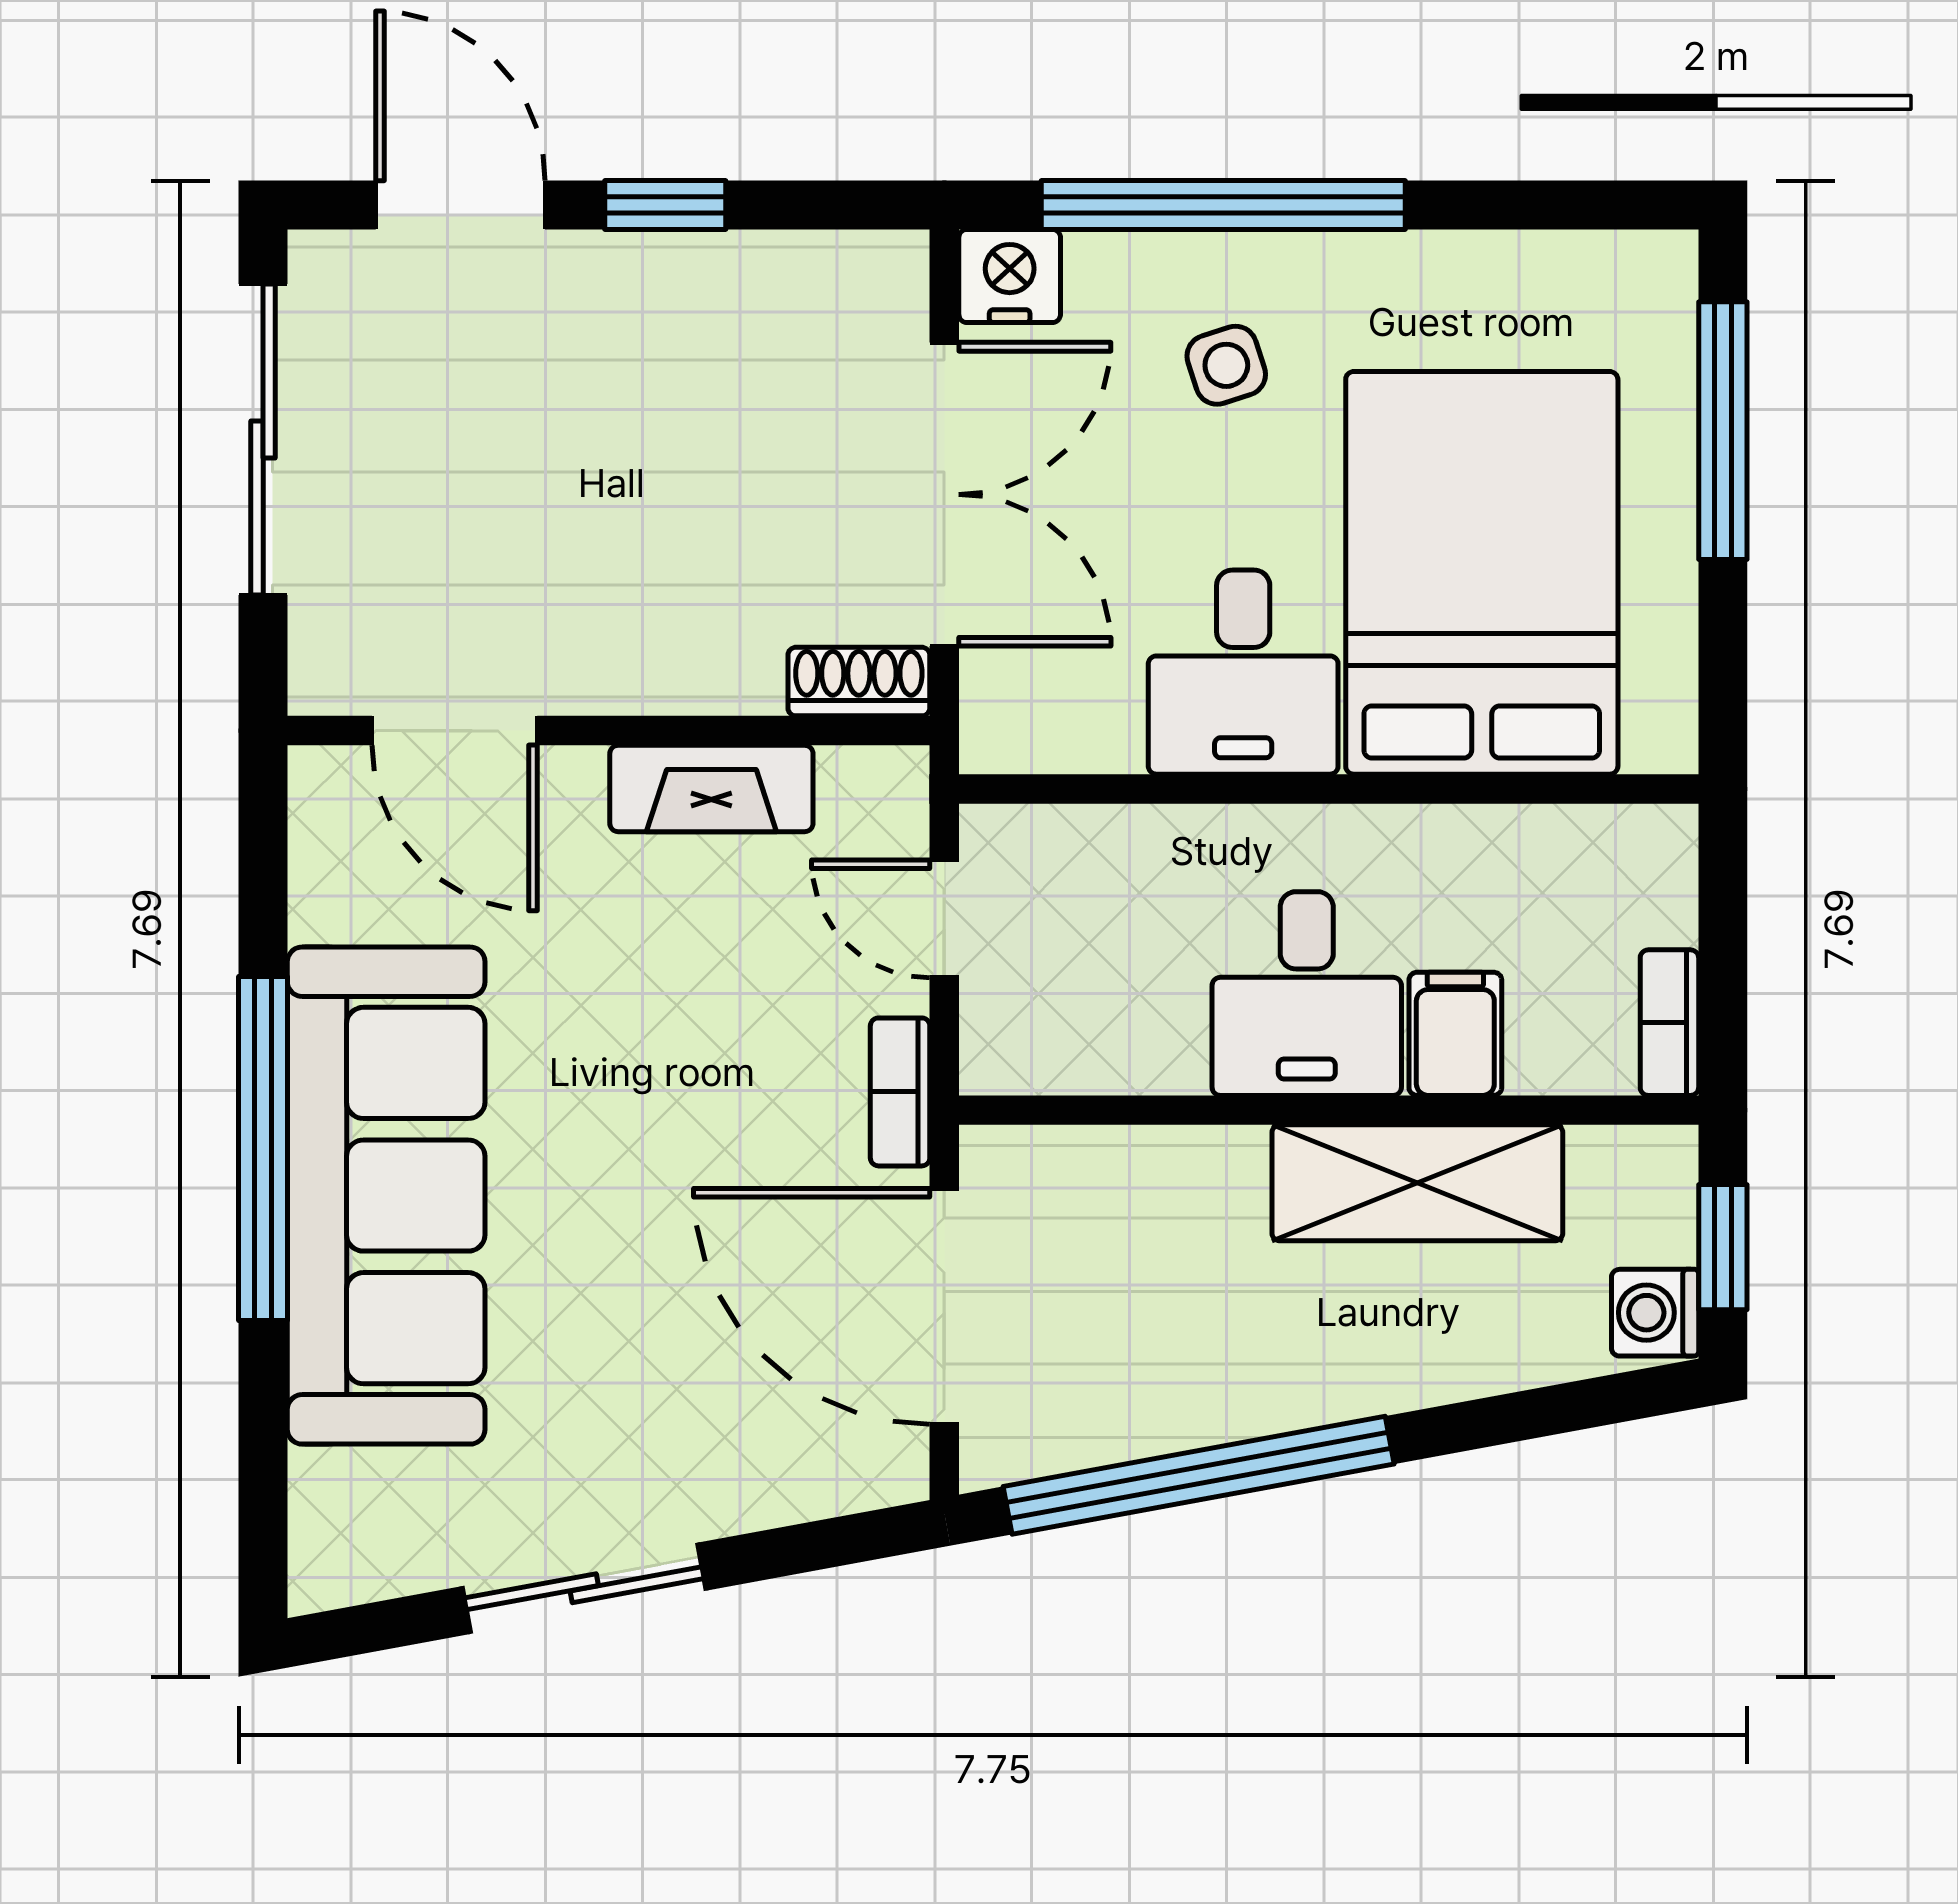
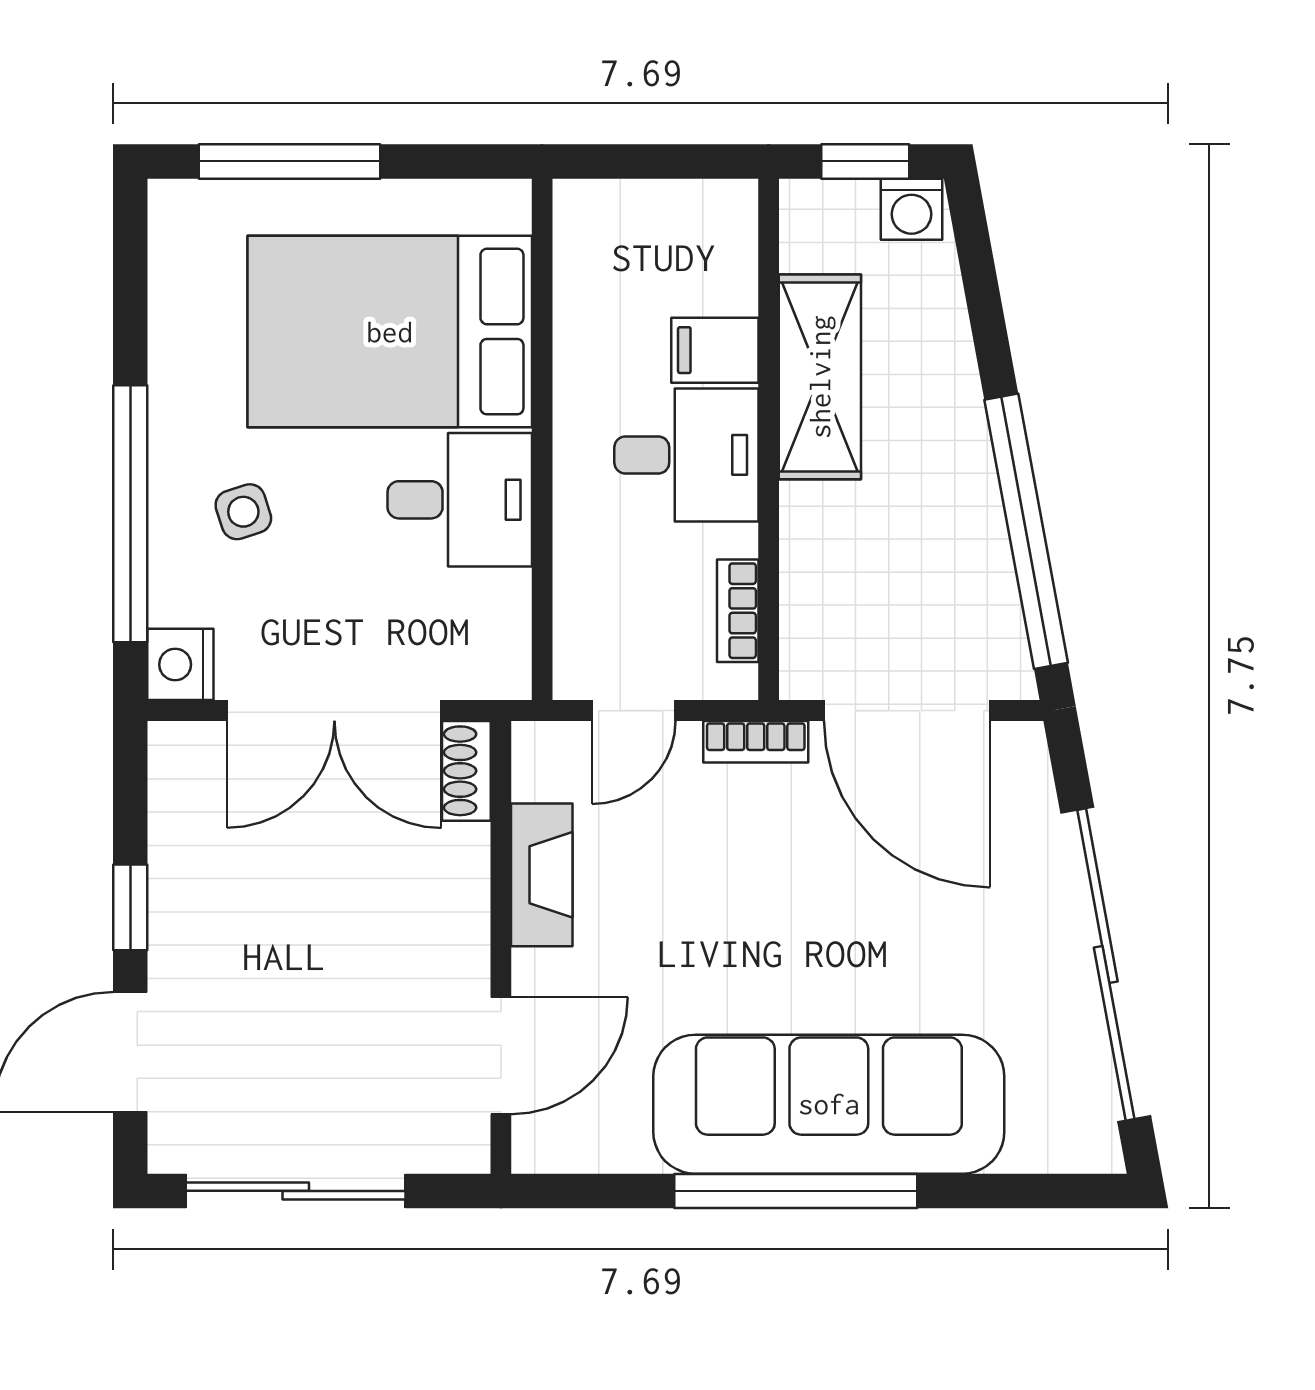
double door: (944, 494) -> (334, 711), swing flipped
bookcase: (1669, 1023) -> (738, 611), moved, turned 90
door: (944, 1306) -> (907, 711), hinge flipped
sliding door: (584, 1588) -> (1106, 965), width x1.86

